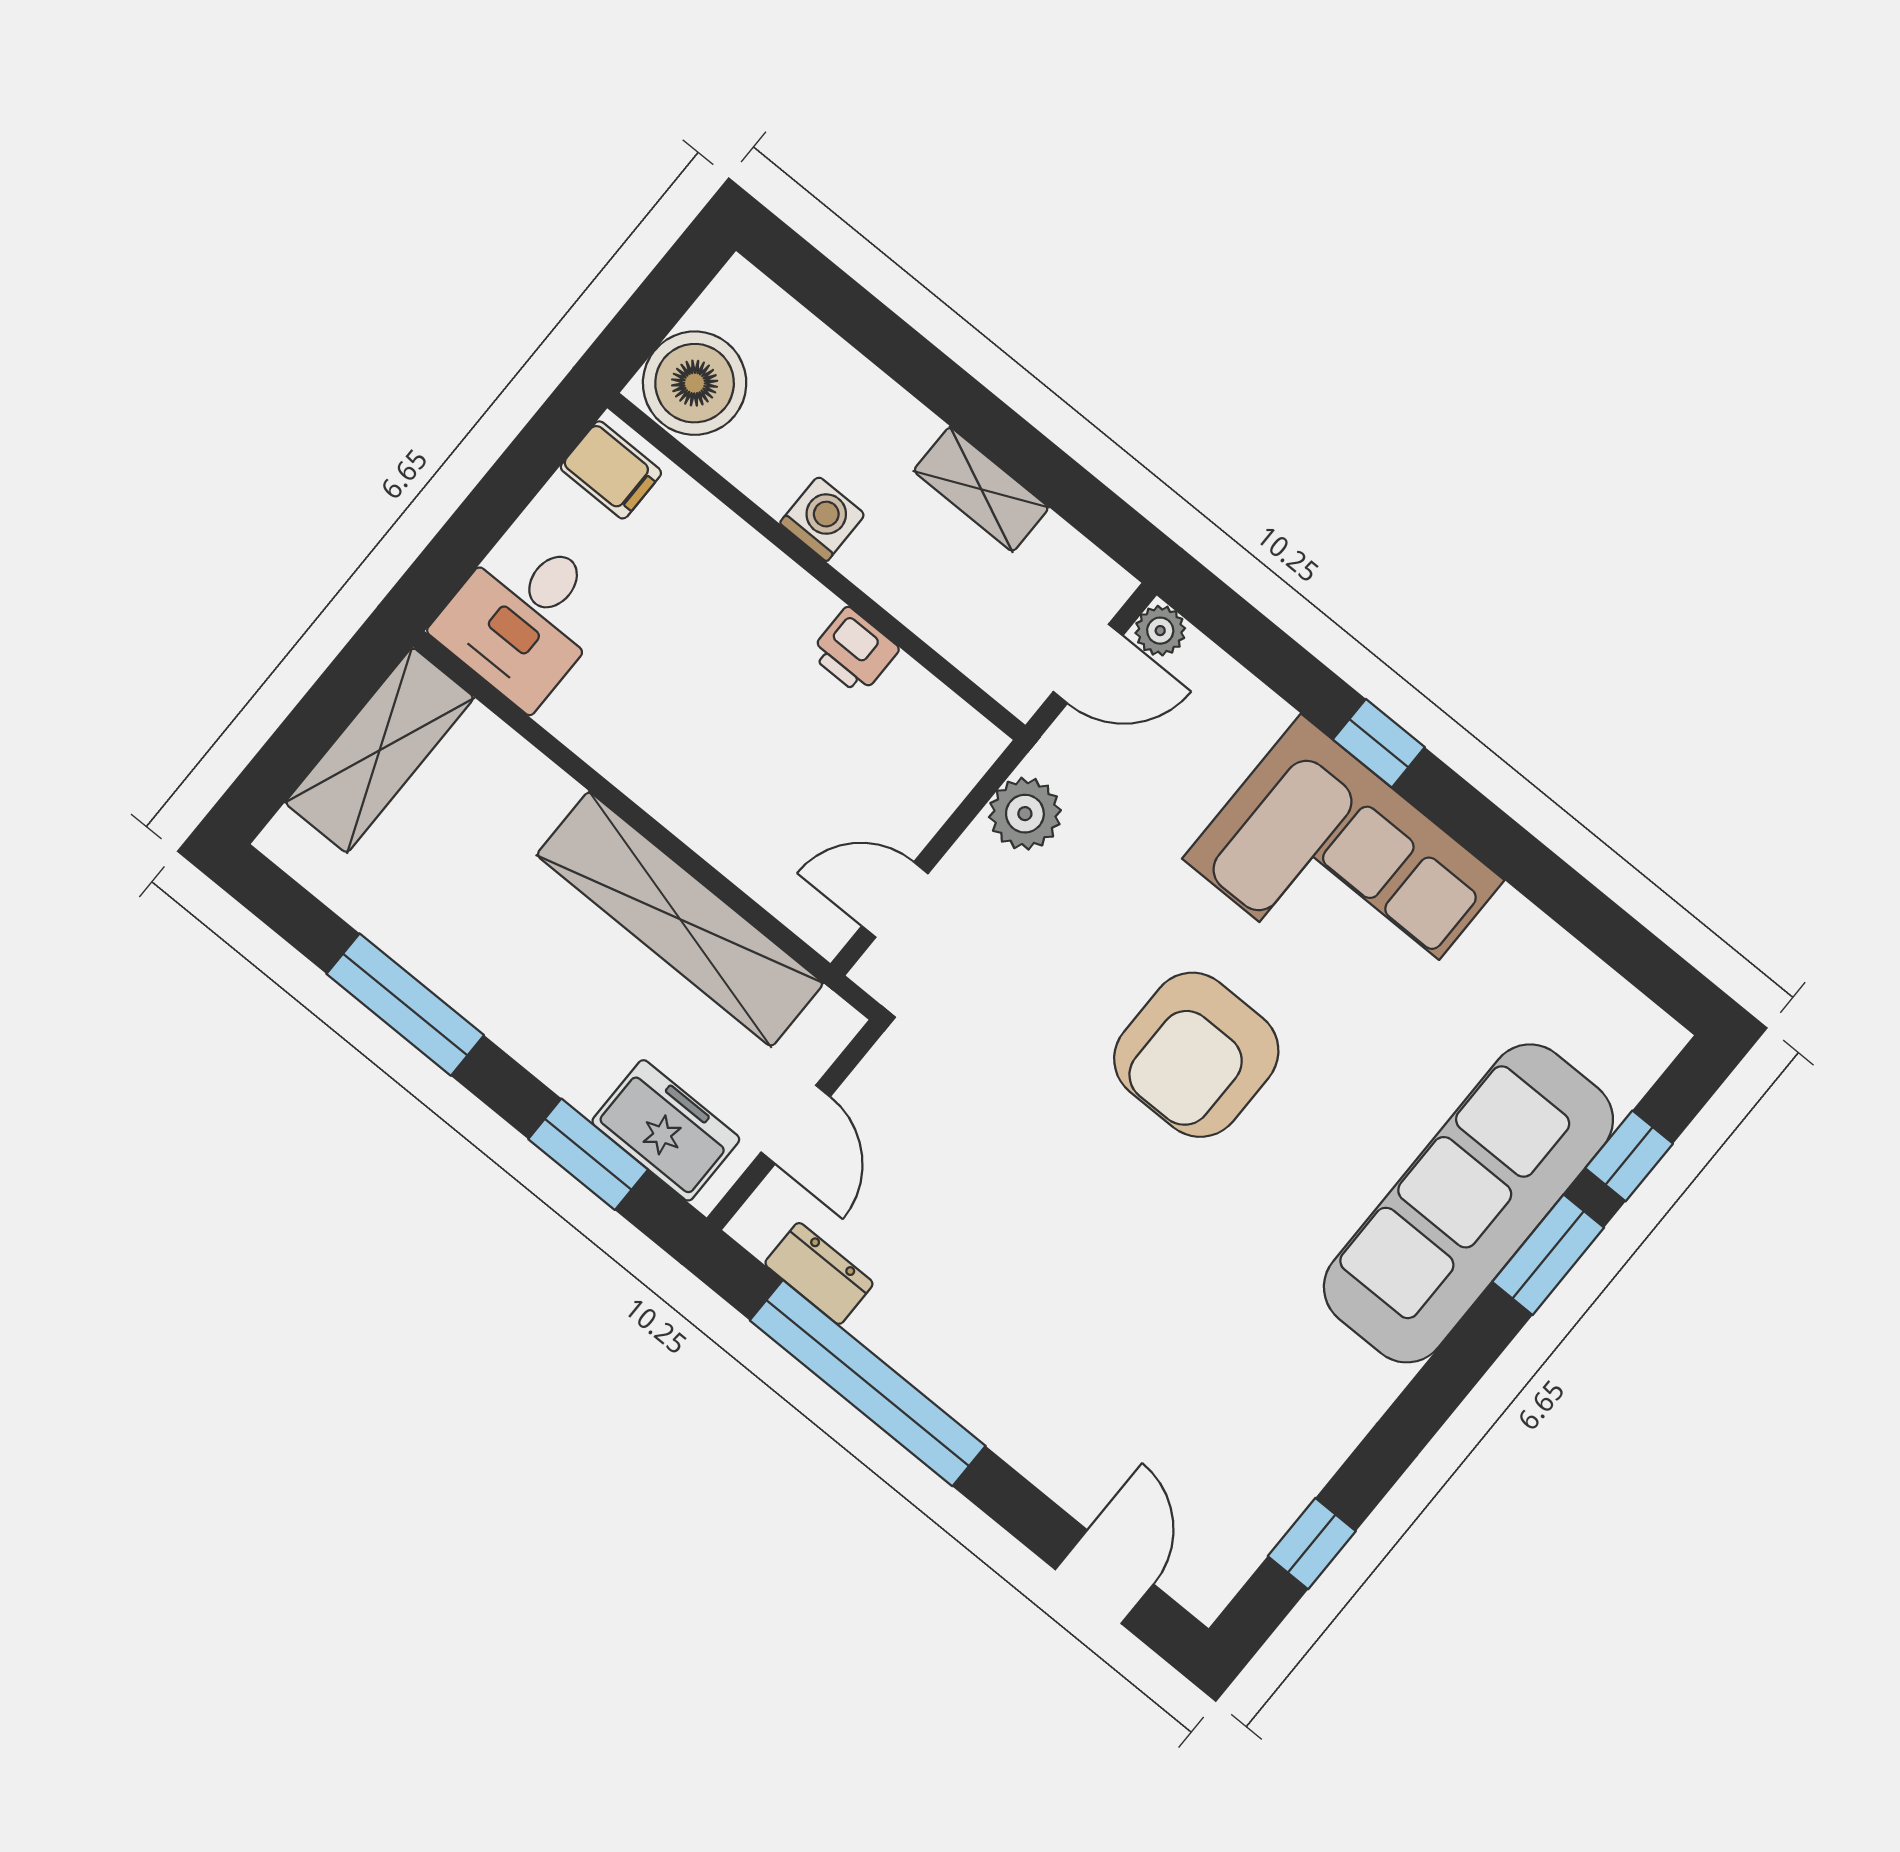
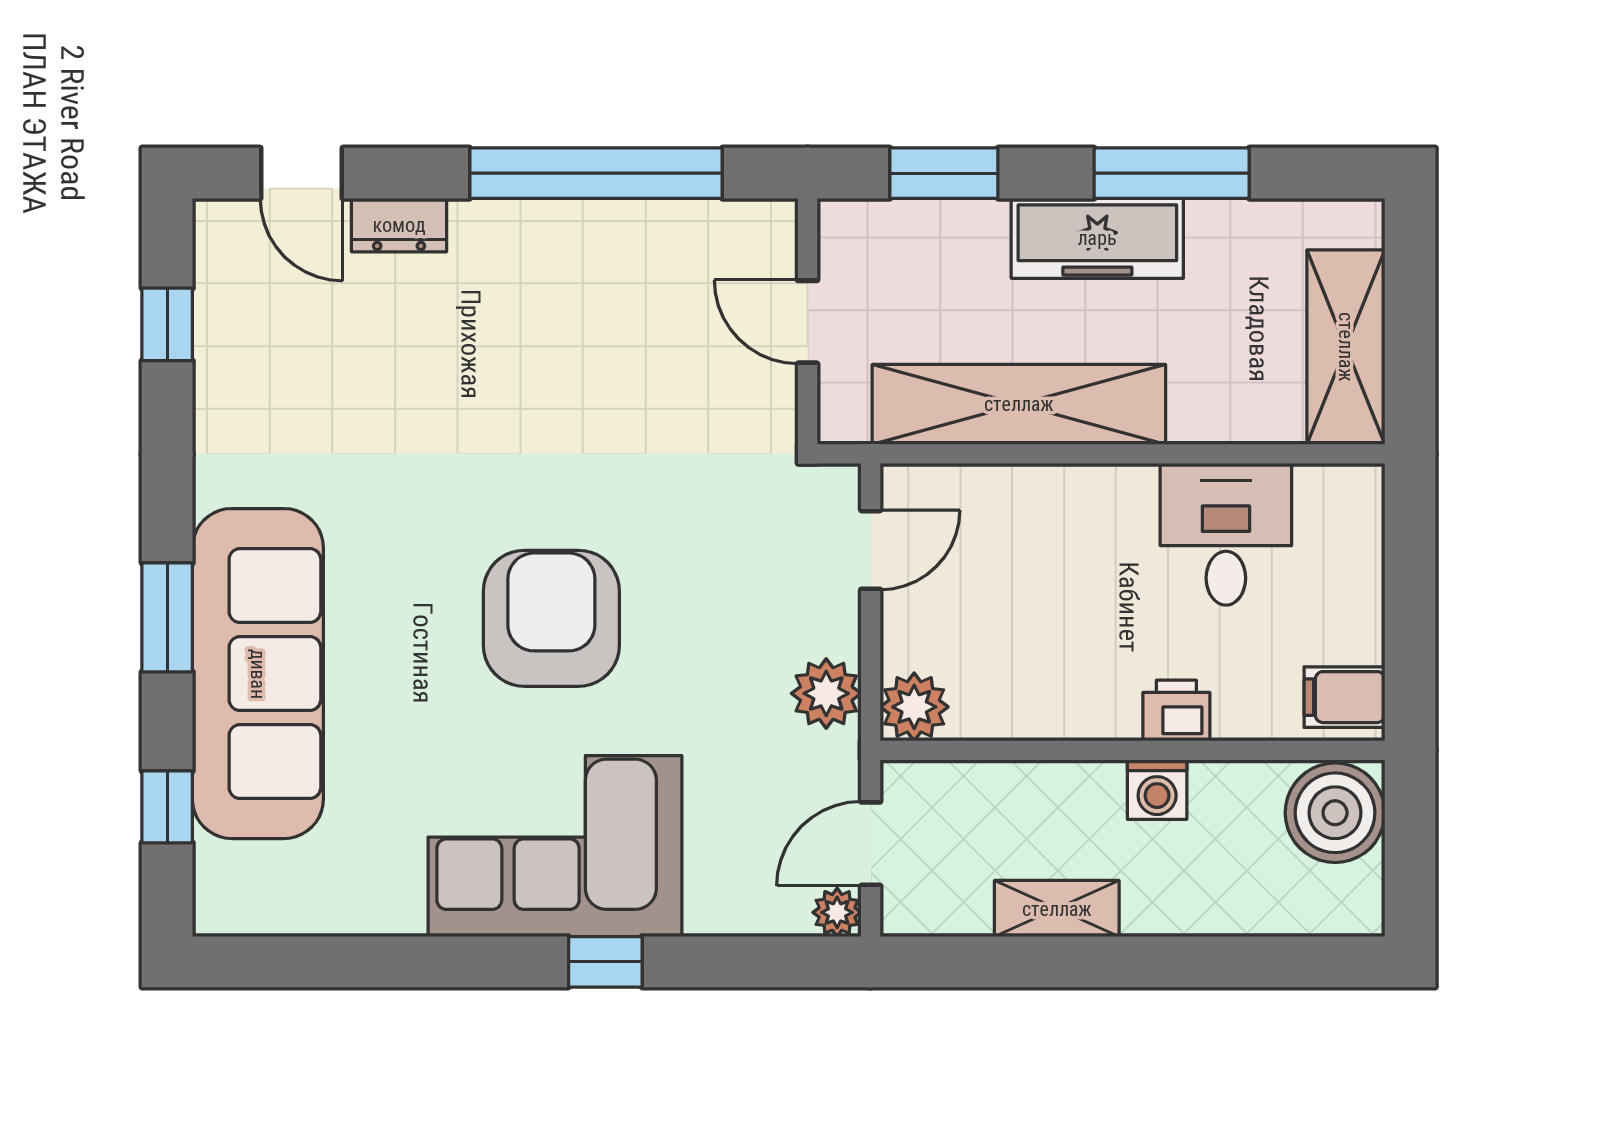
desk: (524, 617) -> (1226, 534), moved
printer: (854, 651) -> (1176, 711), moved
plant: (963, 745) -> (914, 707), added
freezer: (666, 1130) -> (1097, 238), moved, width x1.40
window: (1548, 1255) -> (167, 617), moved
dresser: (819, 1273) -> (399, 225), moved

